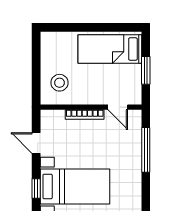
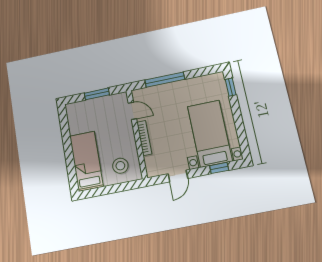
bed: (110, 49) -> (86, 161), moved, turned 180
door: (118, 107) -> (132, 111), hinge flipped

